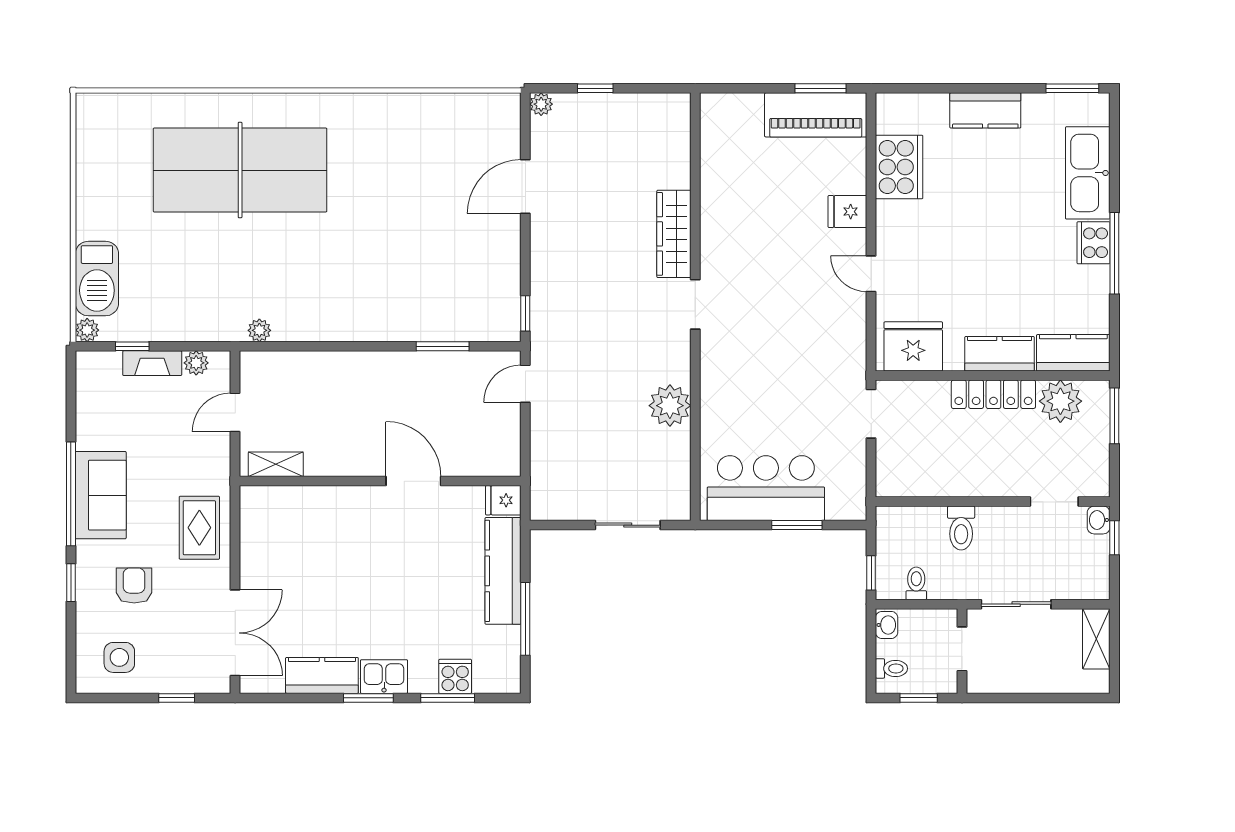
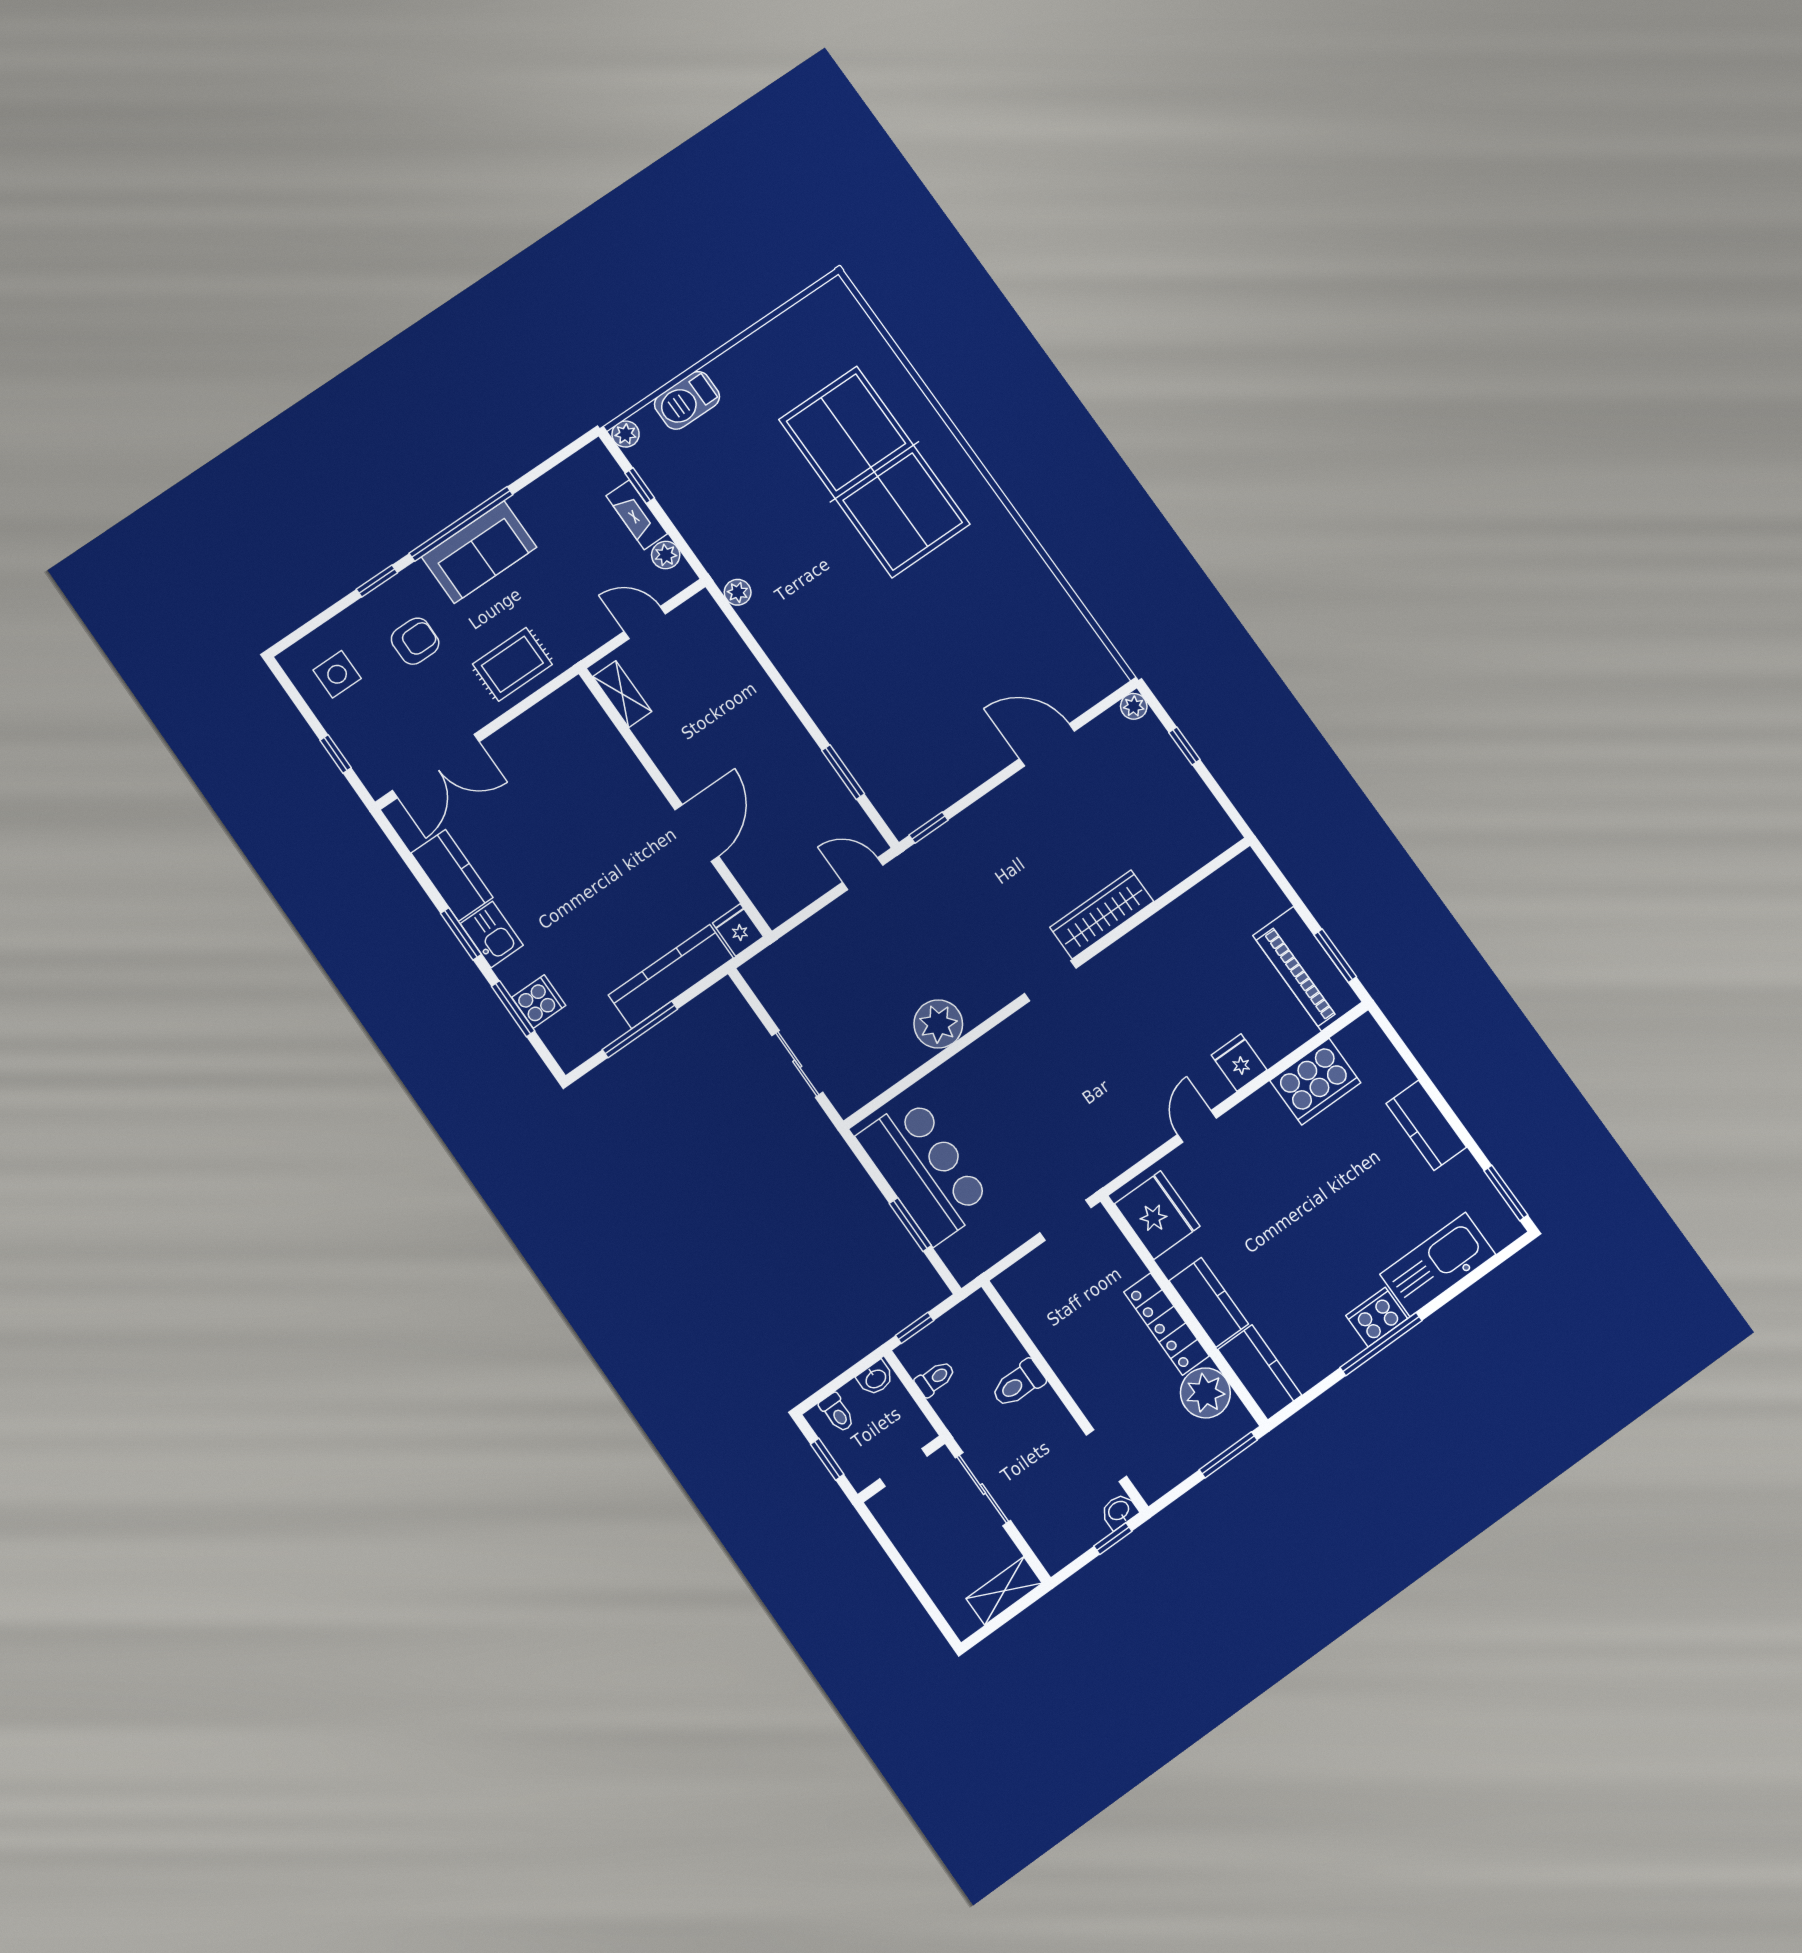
barbecue: (97, 279) -> (687, 400), width x0.73, depth x0.83

